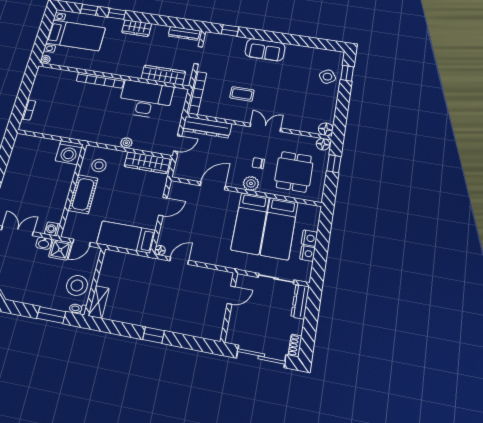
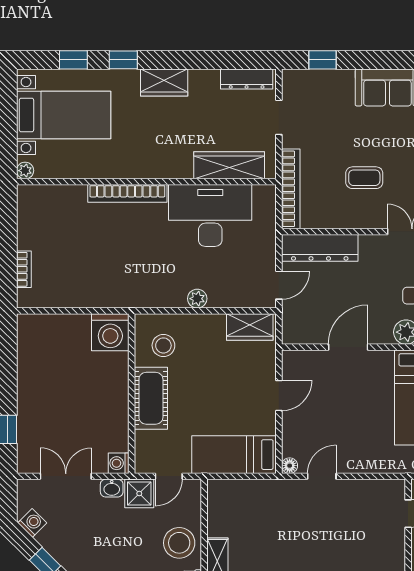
wardrobe: (147, 163) -> (250, 327), width x0.67

